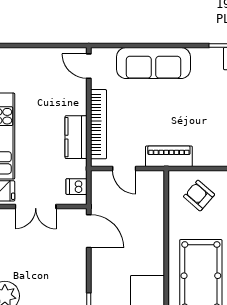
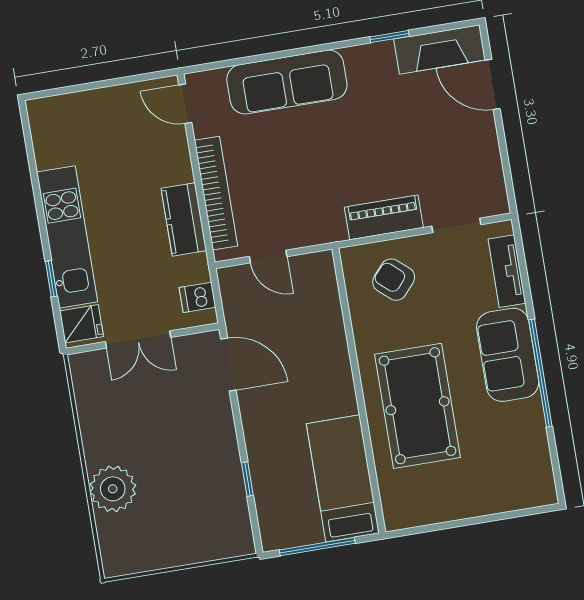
piano: (169, 156) -> (384, 217), moved

